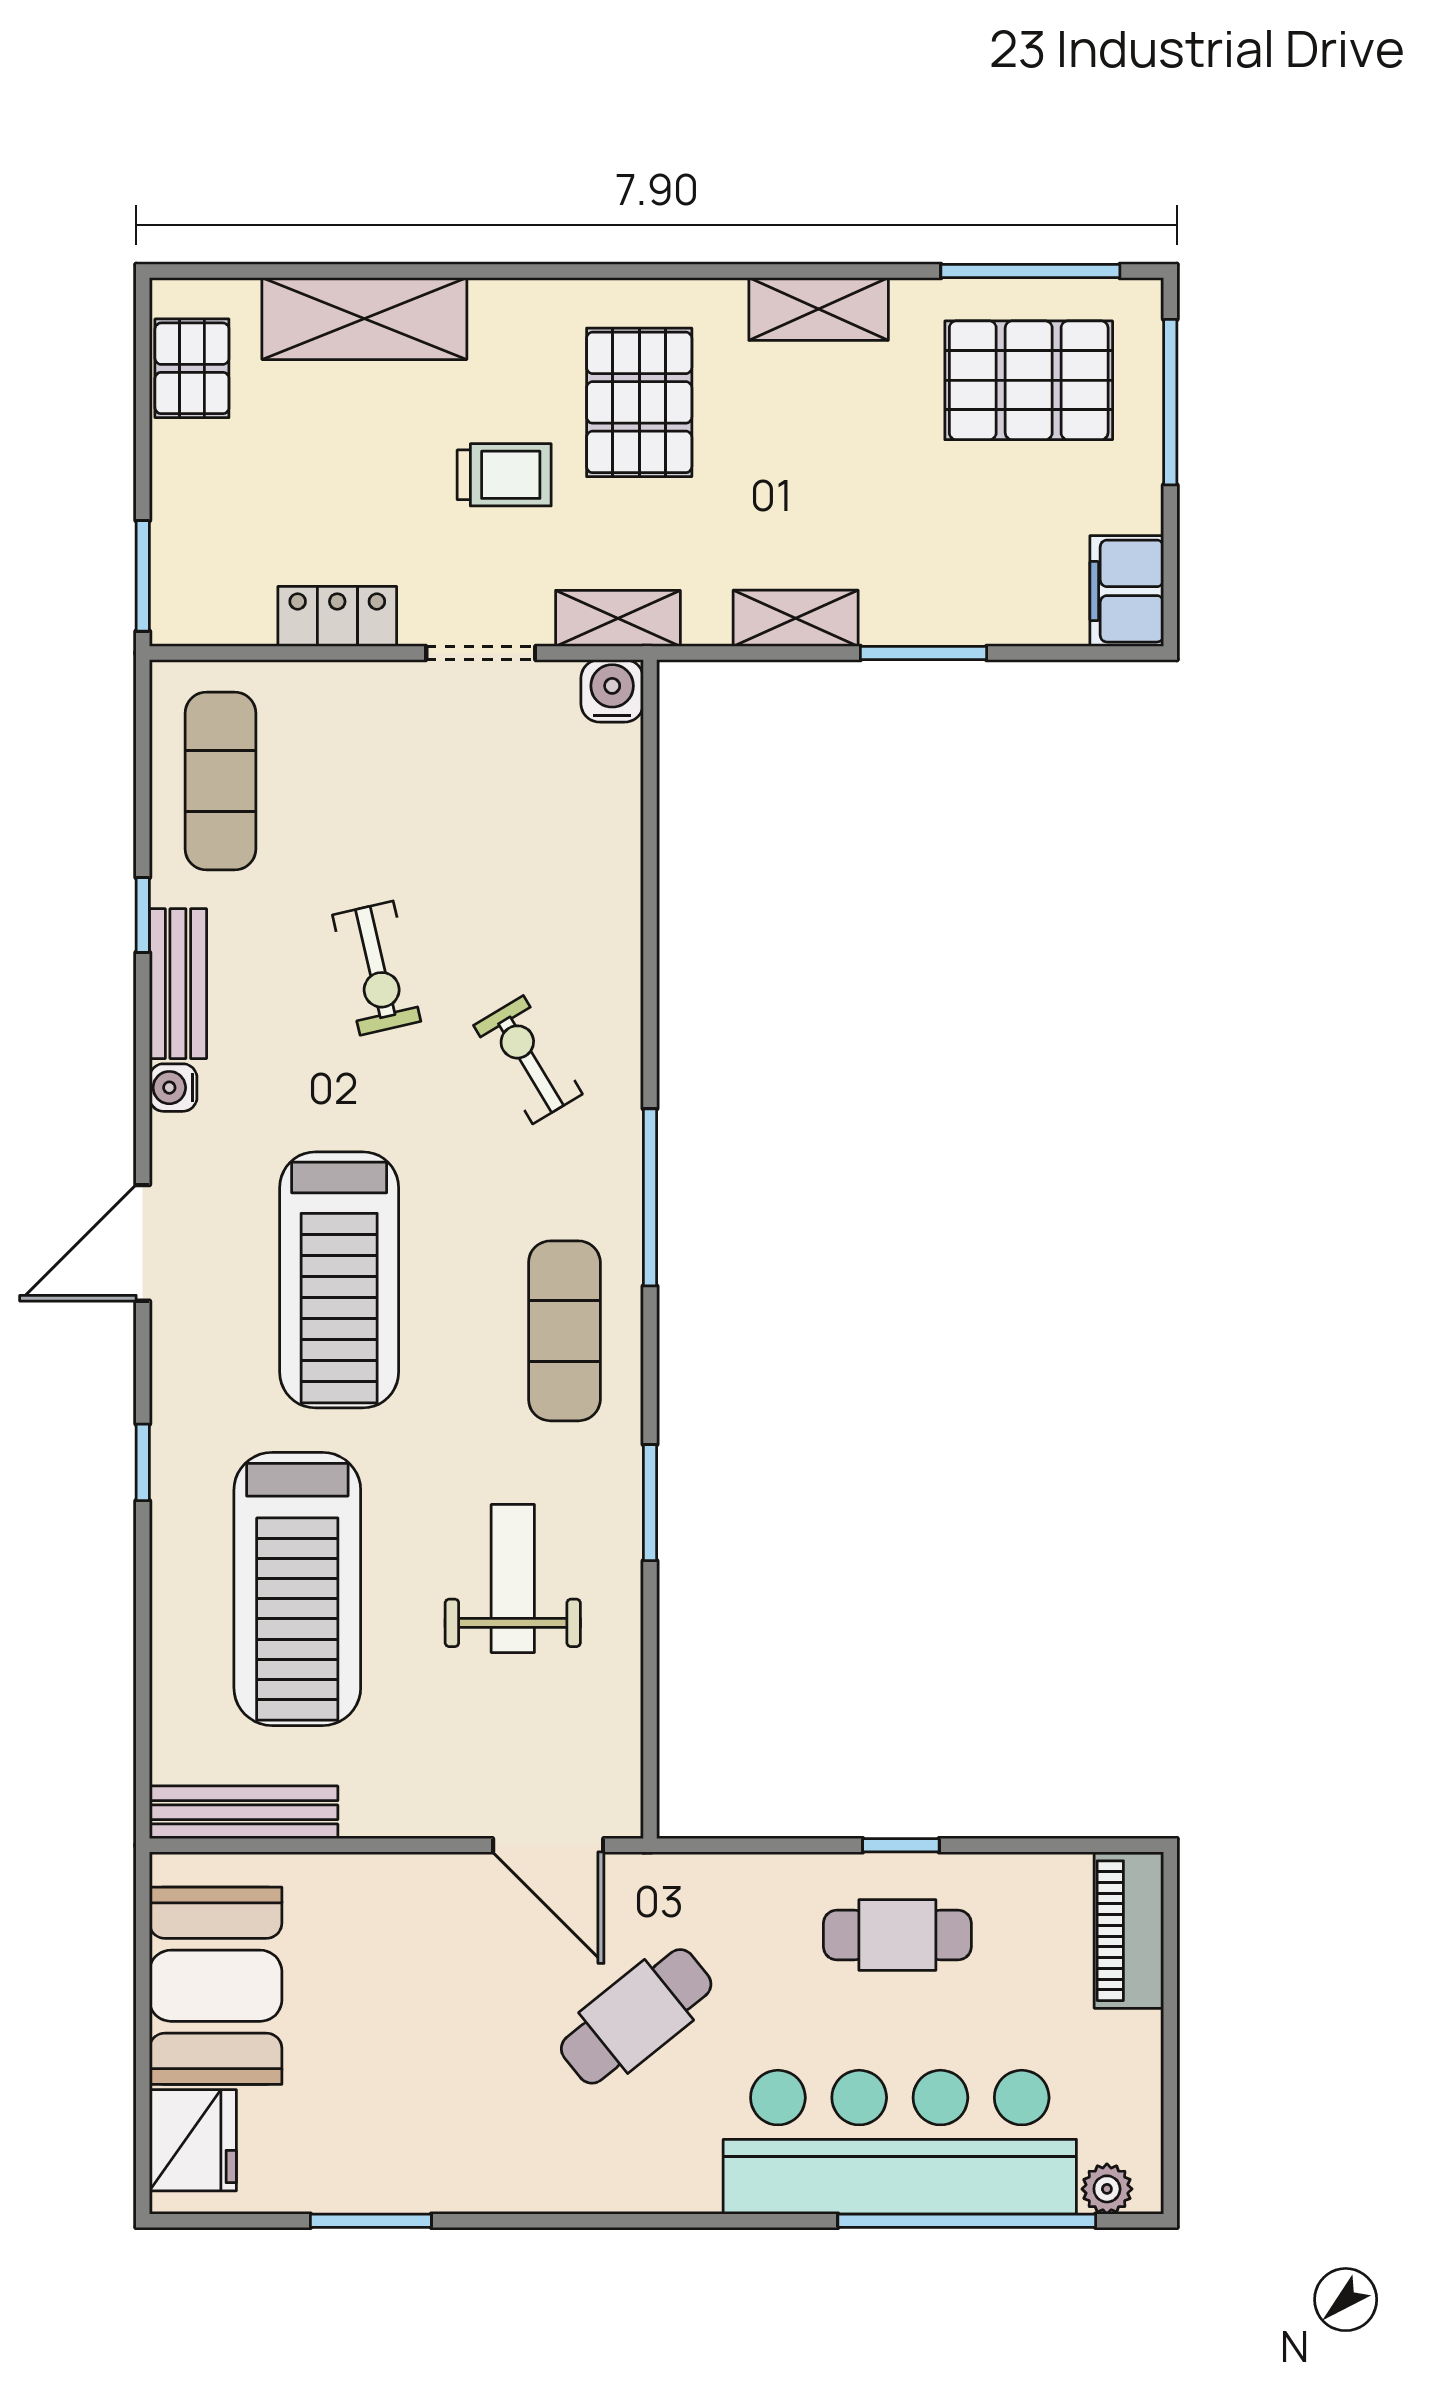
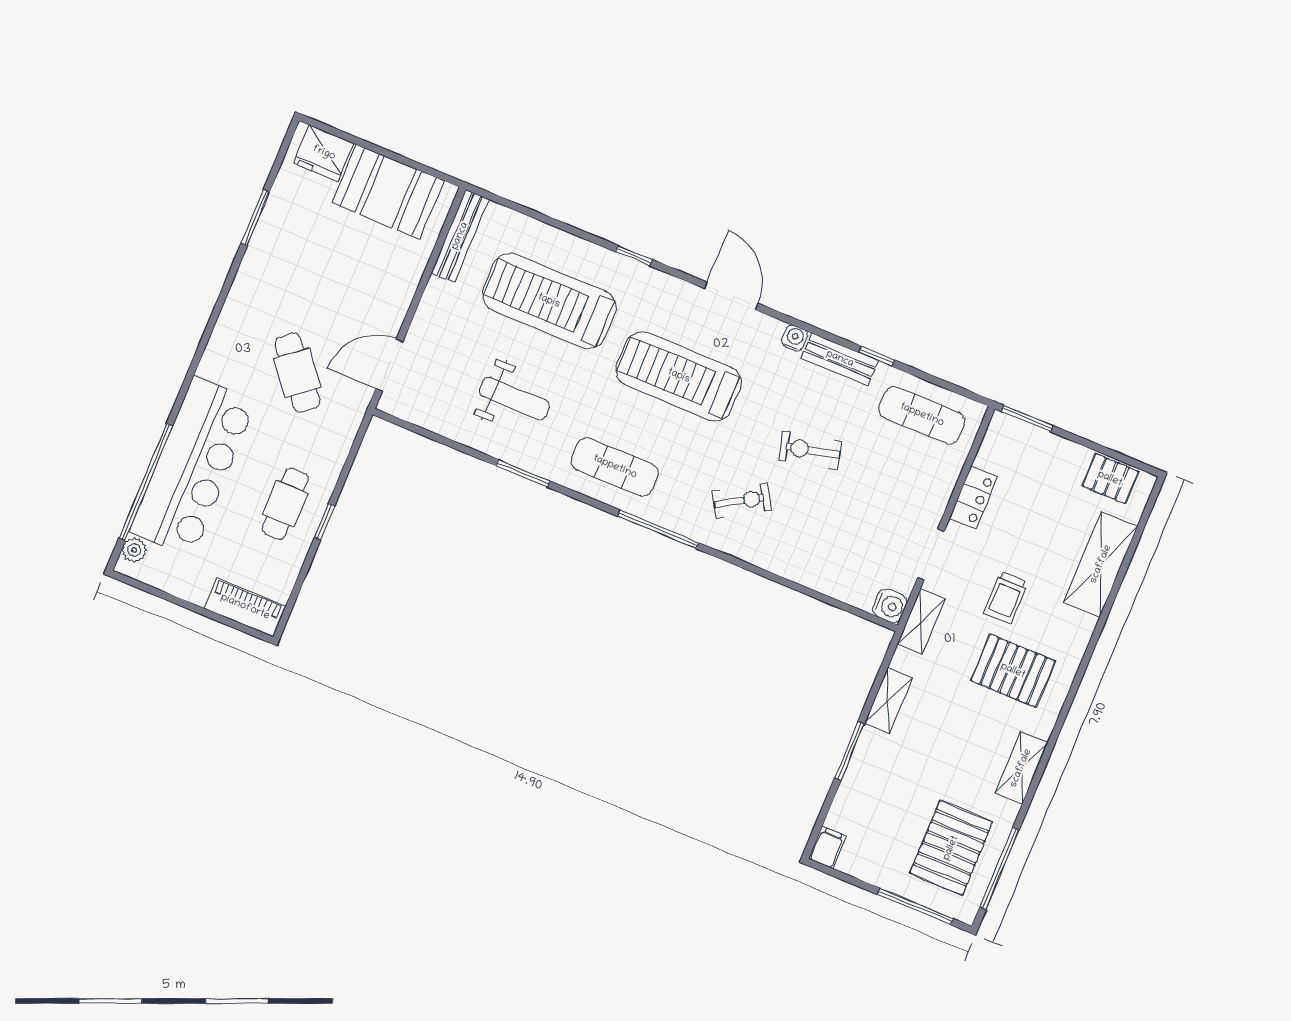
filing cabinet: (1127, 591) -> (827, 847), width x0.50

